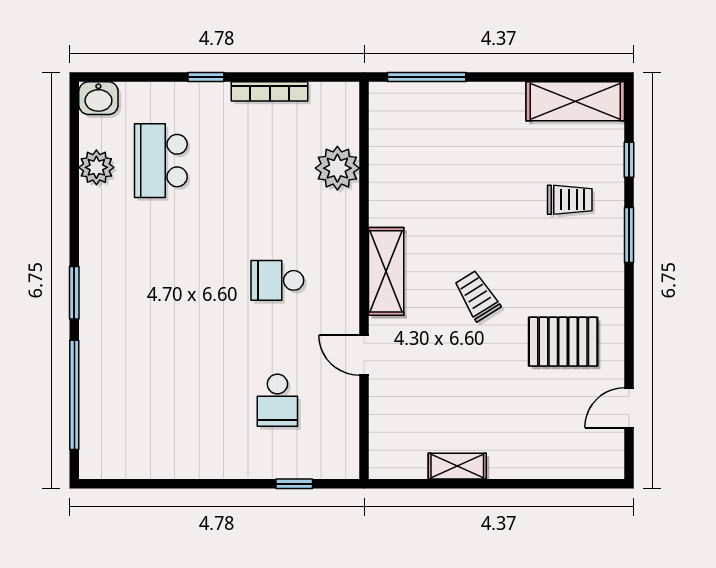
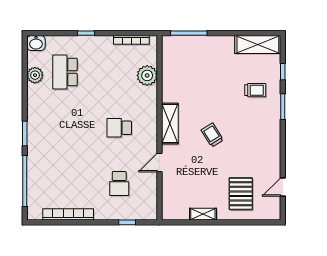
bookcase: (270, 91) -> (131, 40), moved
pallet: (563, 342) -> (241, 194), moved, turned 90
door: (364, 355) -> (160, 163), hinge flipped
bookcase: (168, 467) -> (68, 214), added

